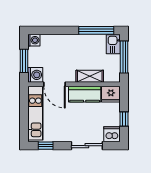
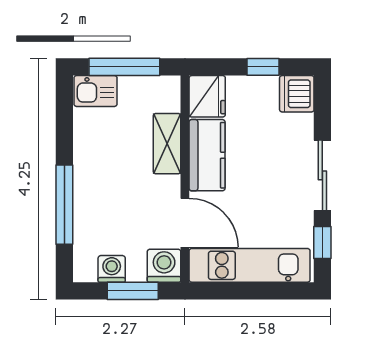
window: (96, 30) -> (64, 205), moved
washing machine: (34, 40) -> (112, 269), moved
door: (54, 84) -> (185, 223), hinge flipped
sliding door: (87, 146) -> (322, 175), moved

